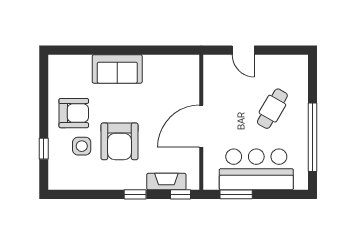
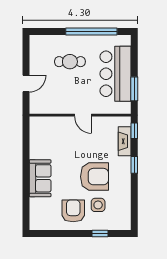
cafe table: (272, 109) -> (70, 62), turned -30
door: (201, 126) -> (83, 115), width x0.53

